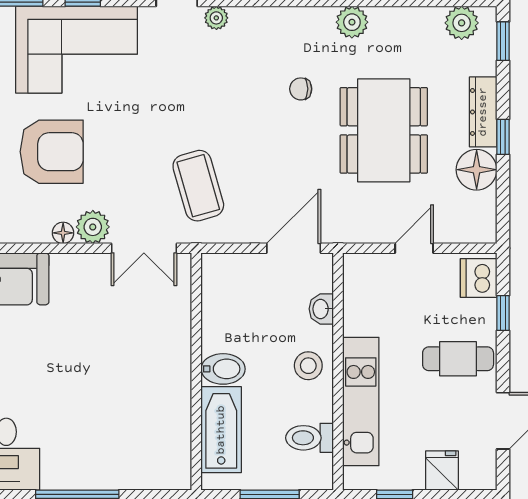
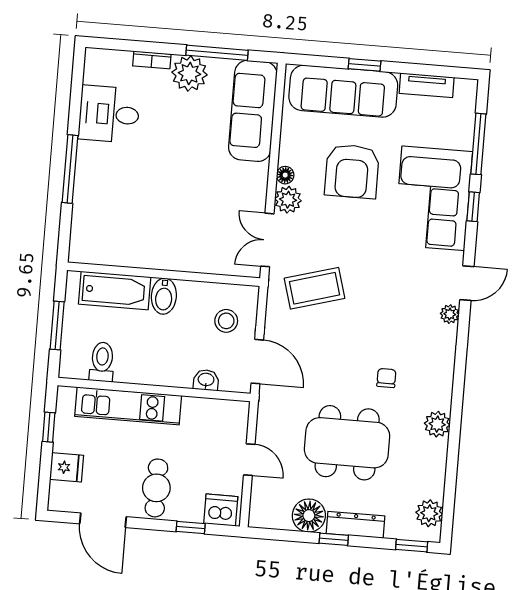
stool: (308, 366) -> (226, 321), moved

